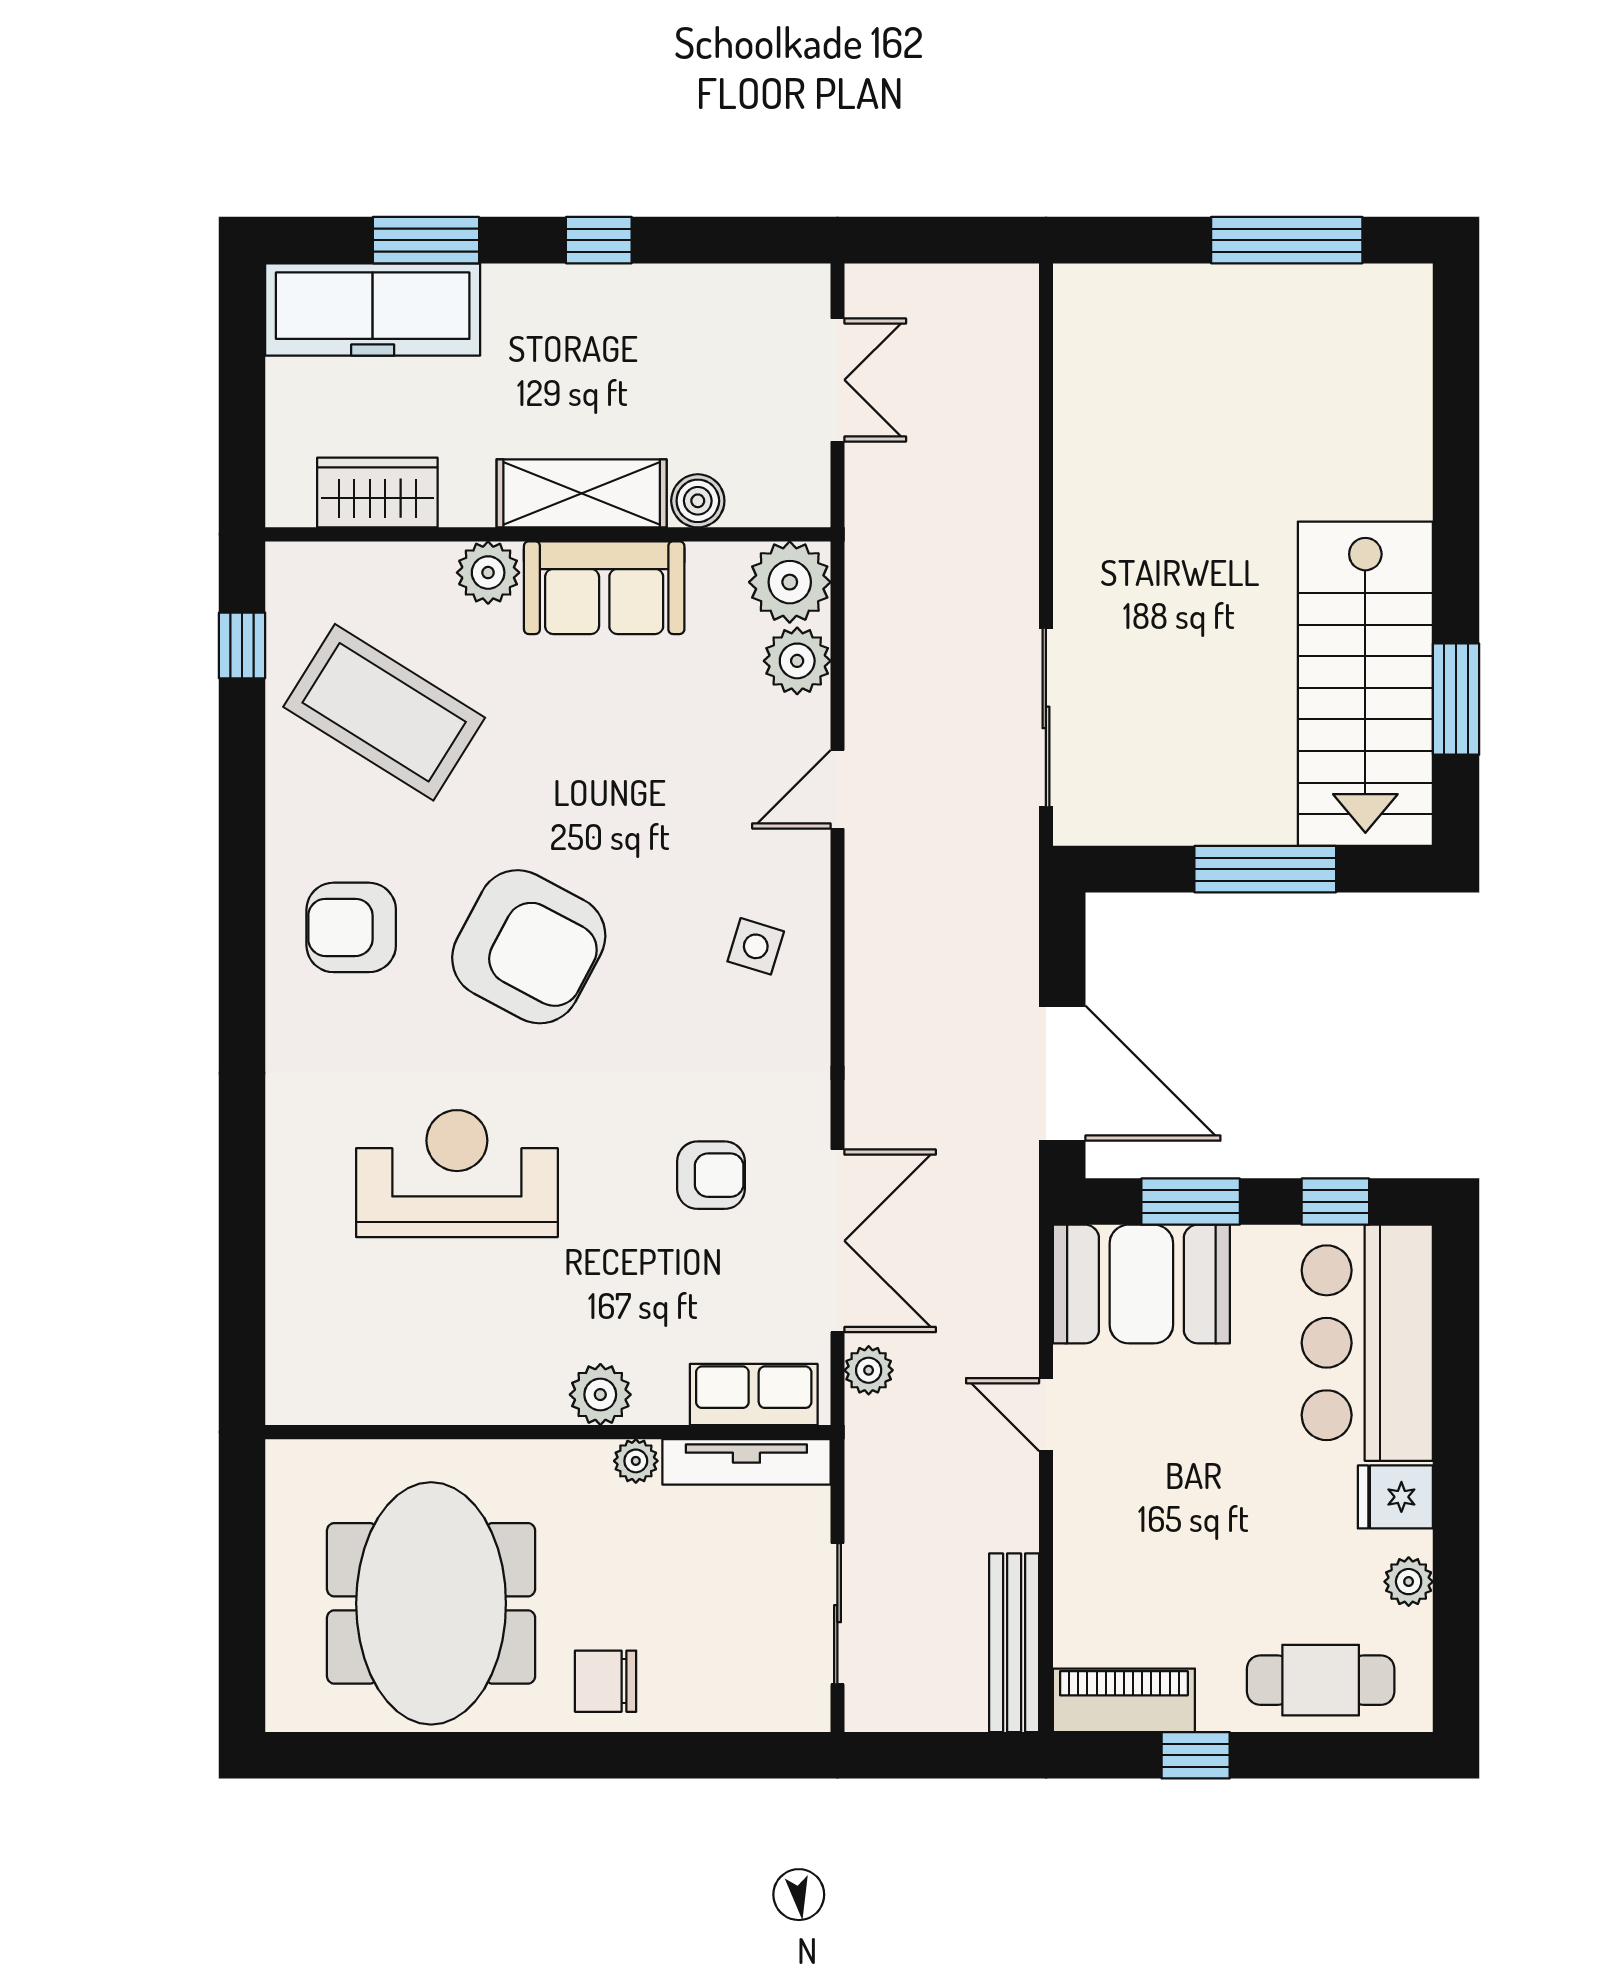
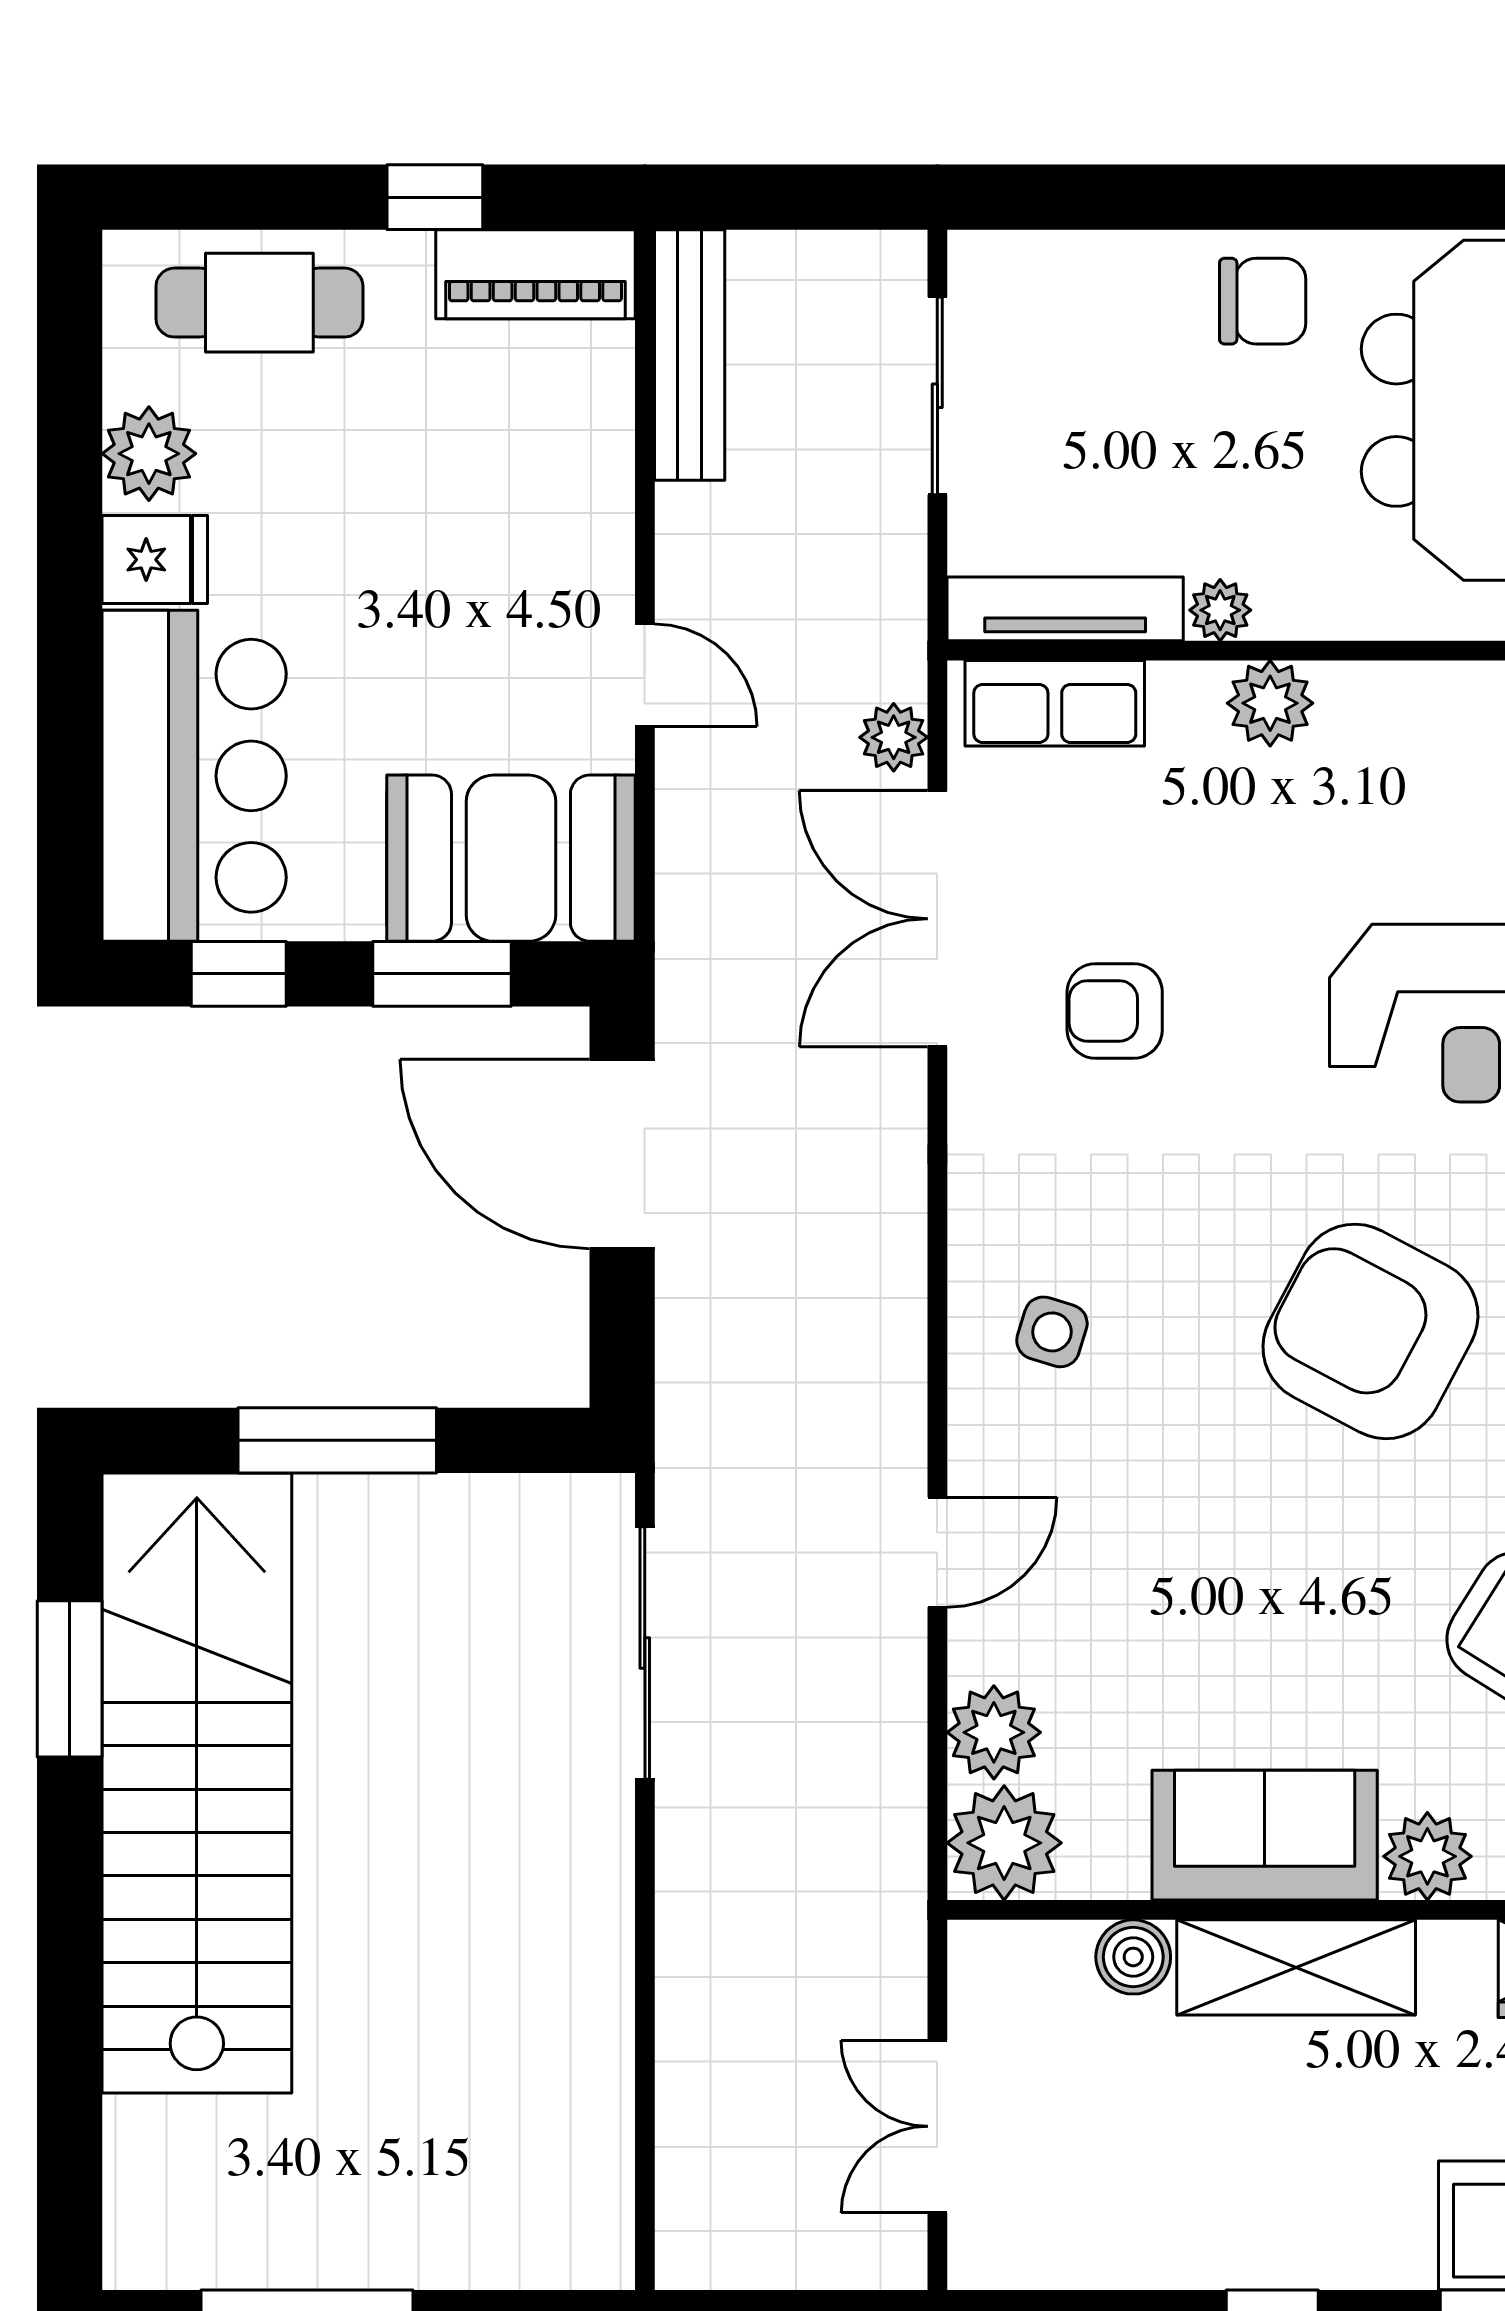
stairs: (1365, 684) -> (197, 1783), width x1.36
plant: (1409, 1582) -> (149, 454), width x1.38, depth x1.38

